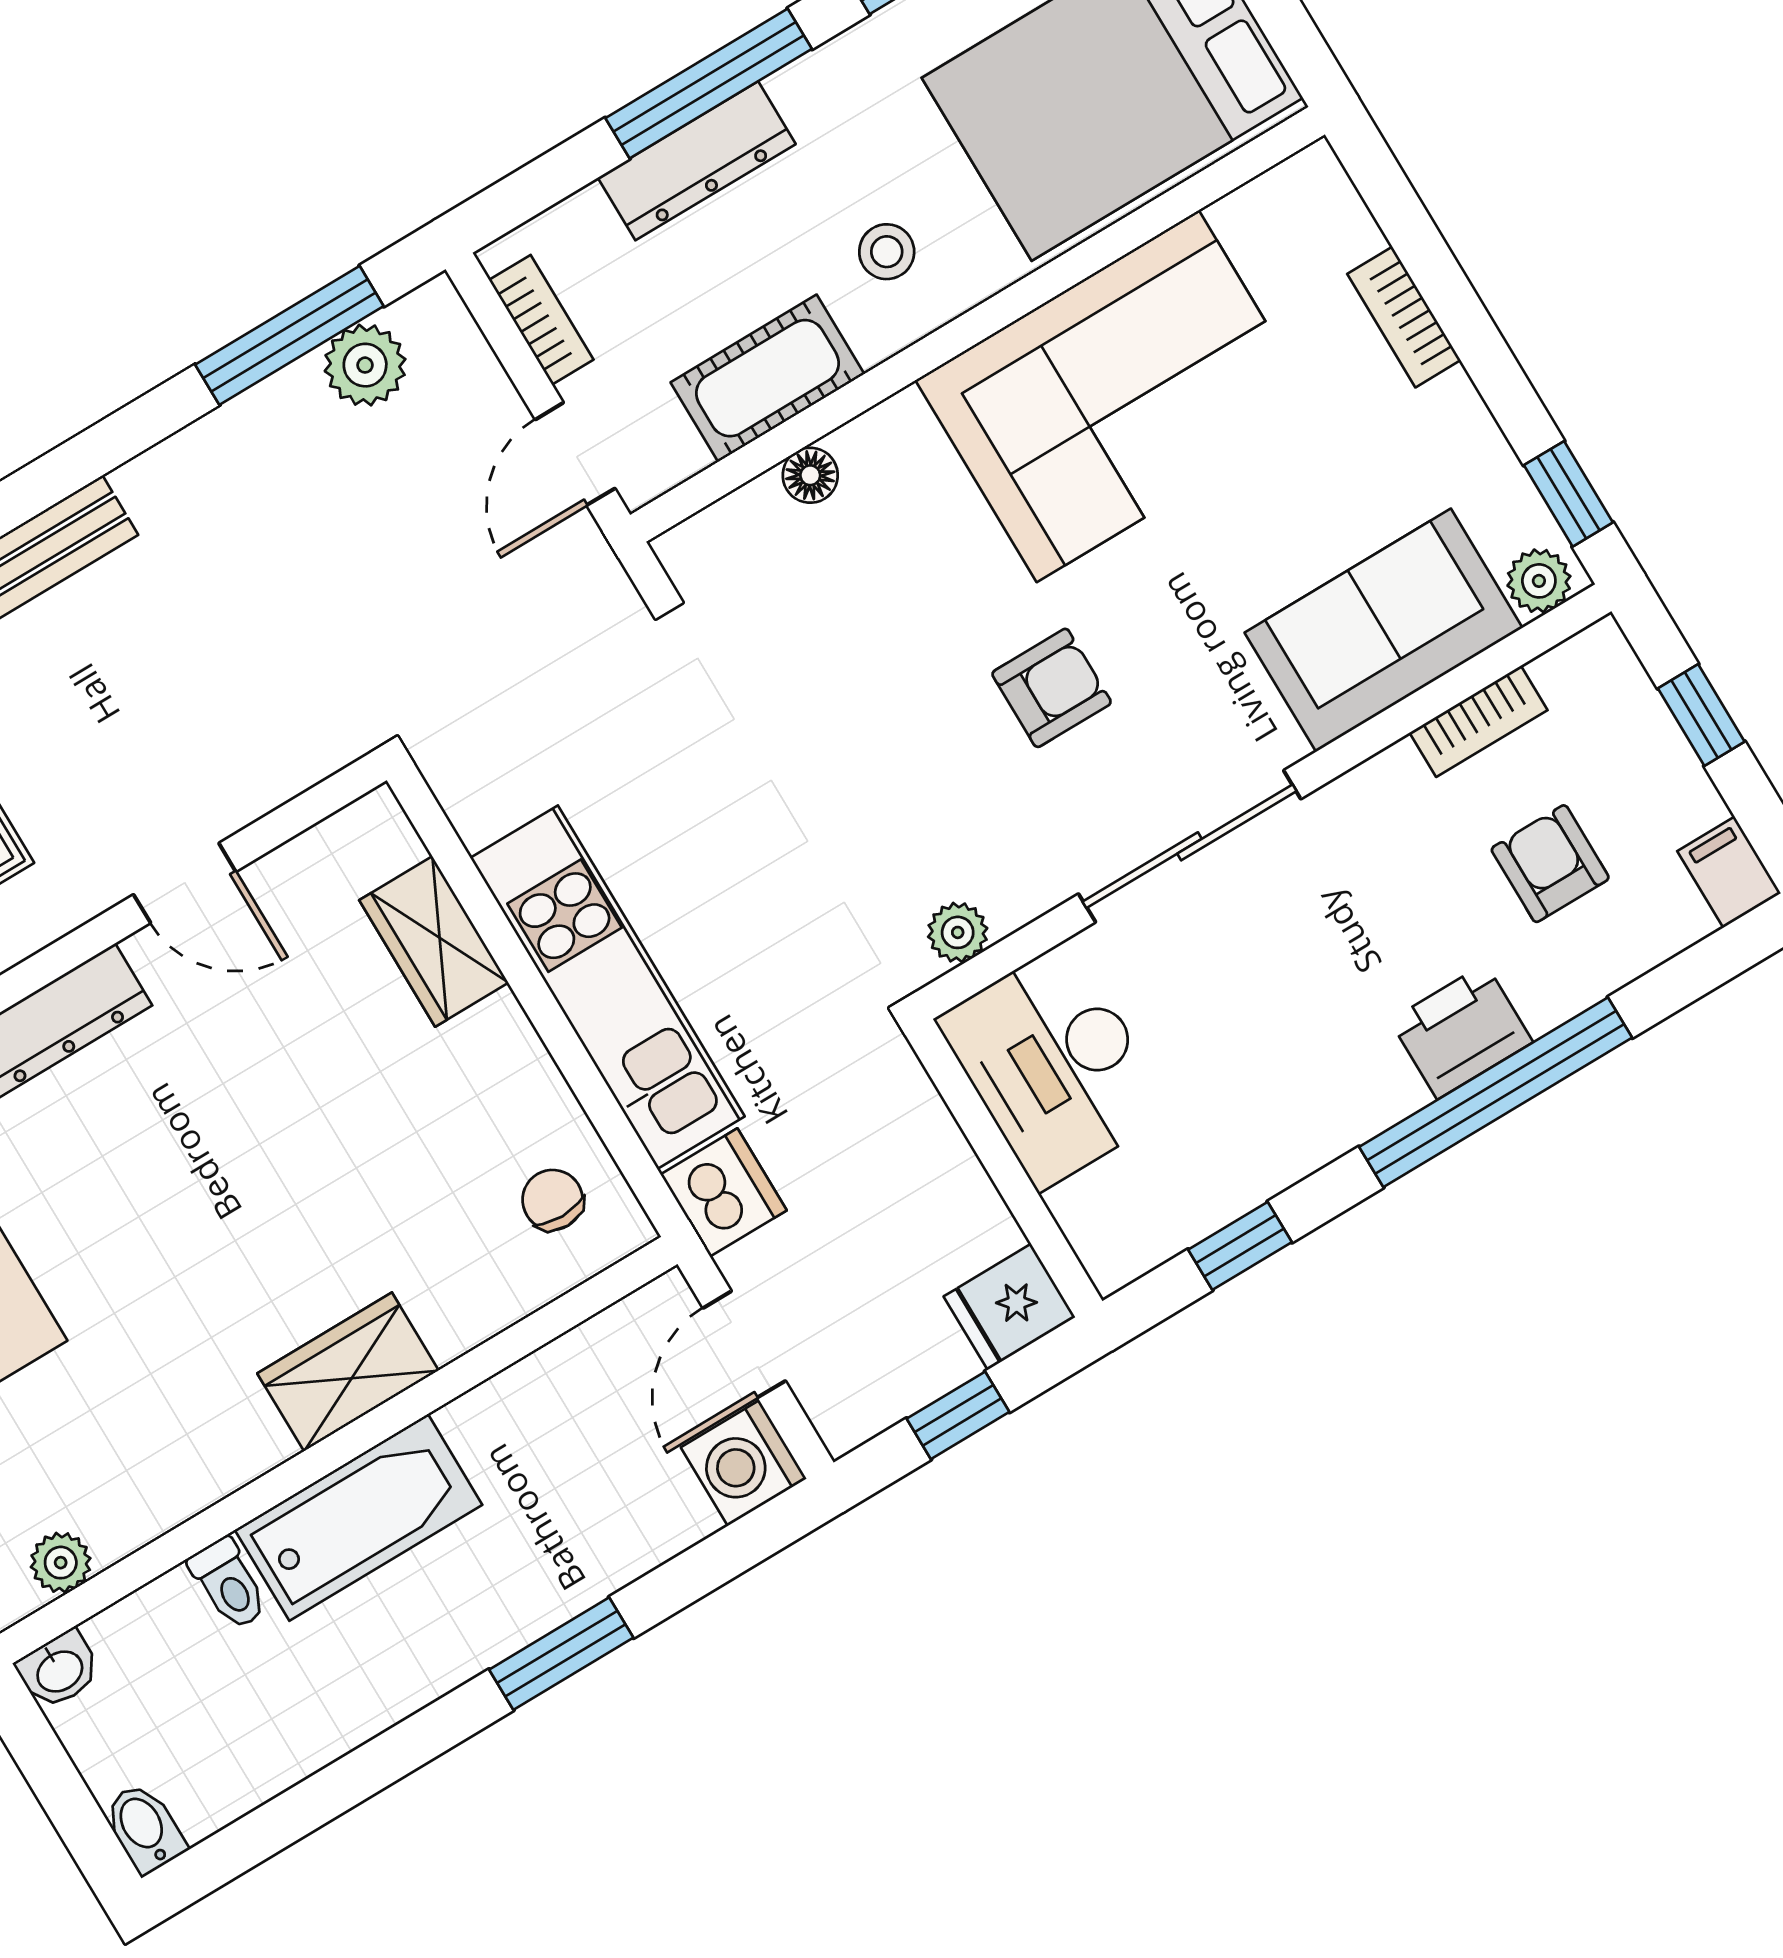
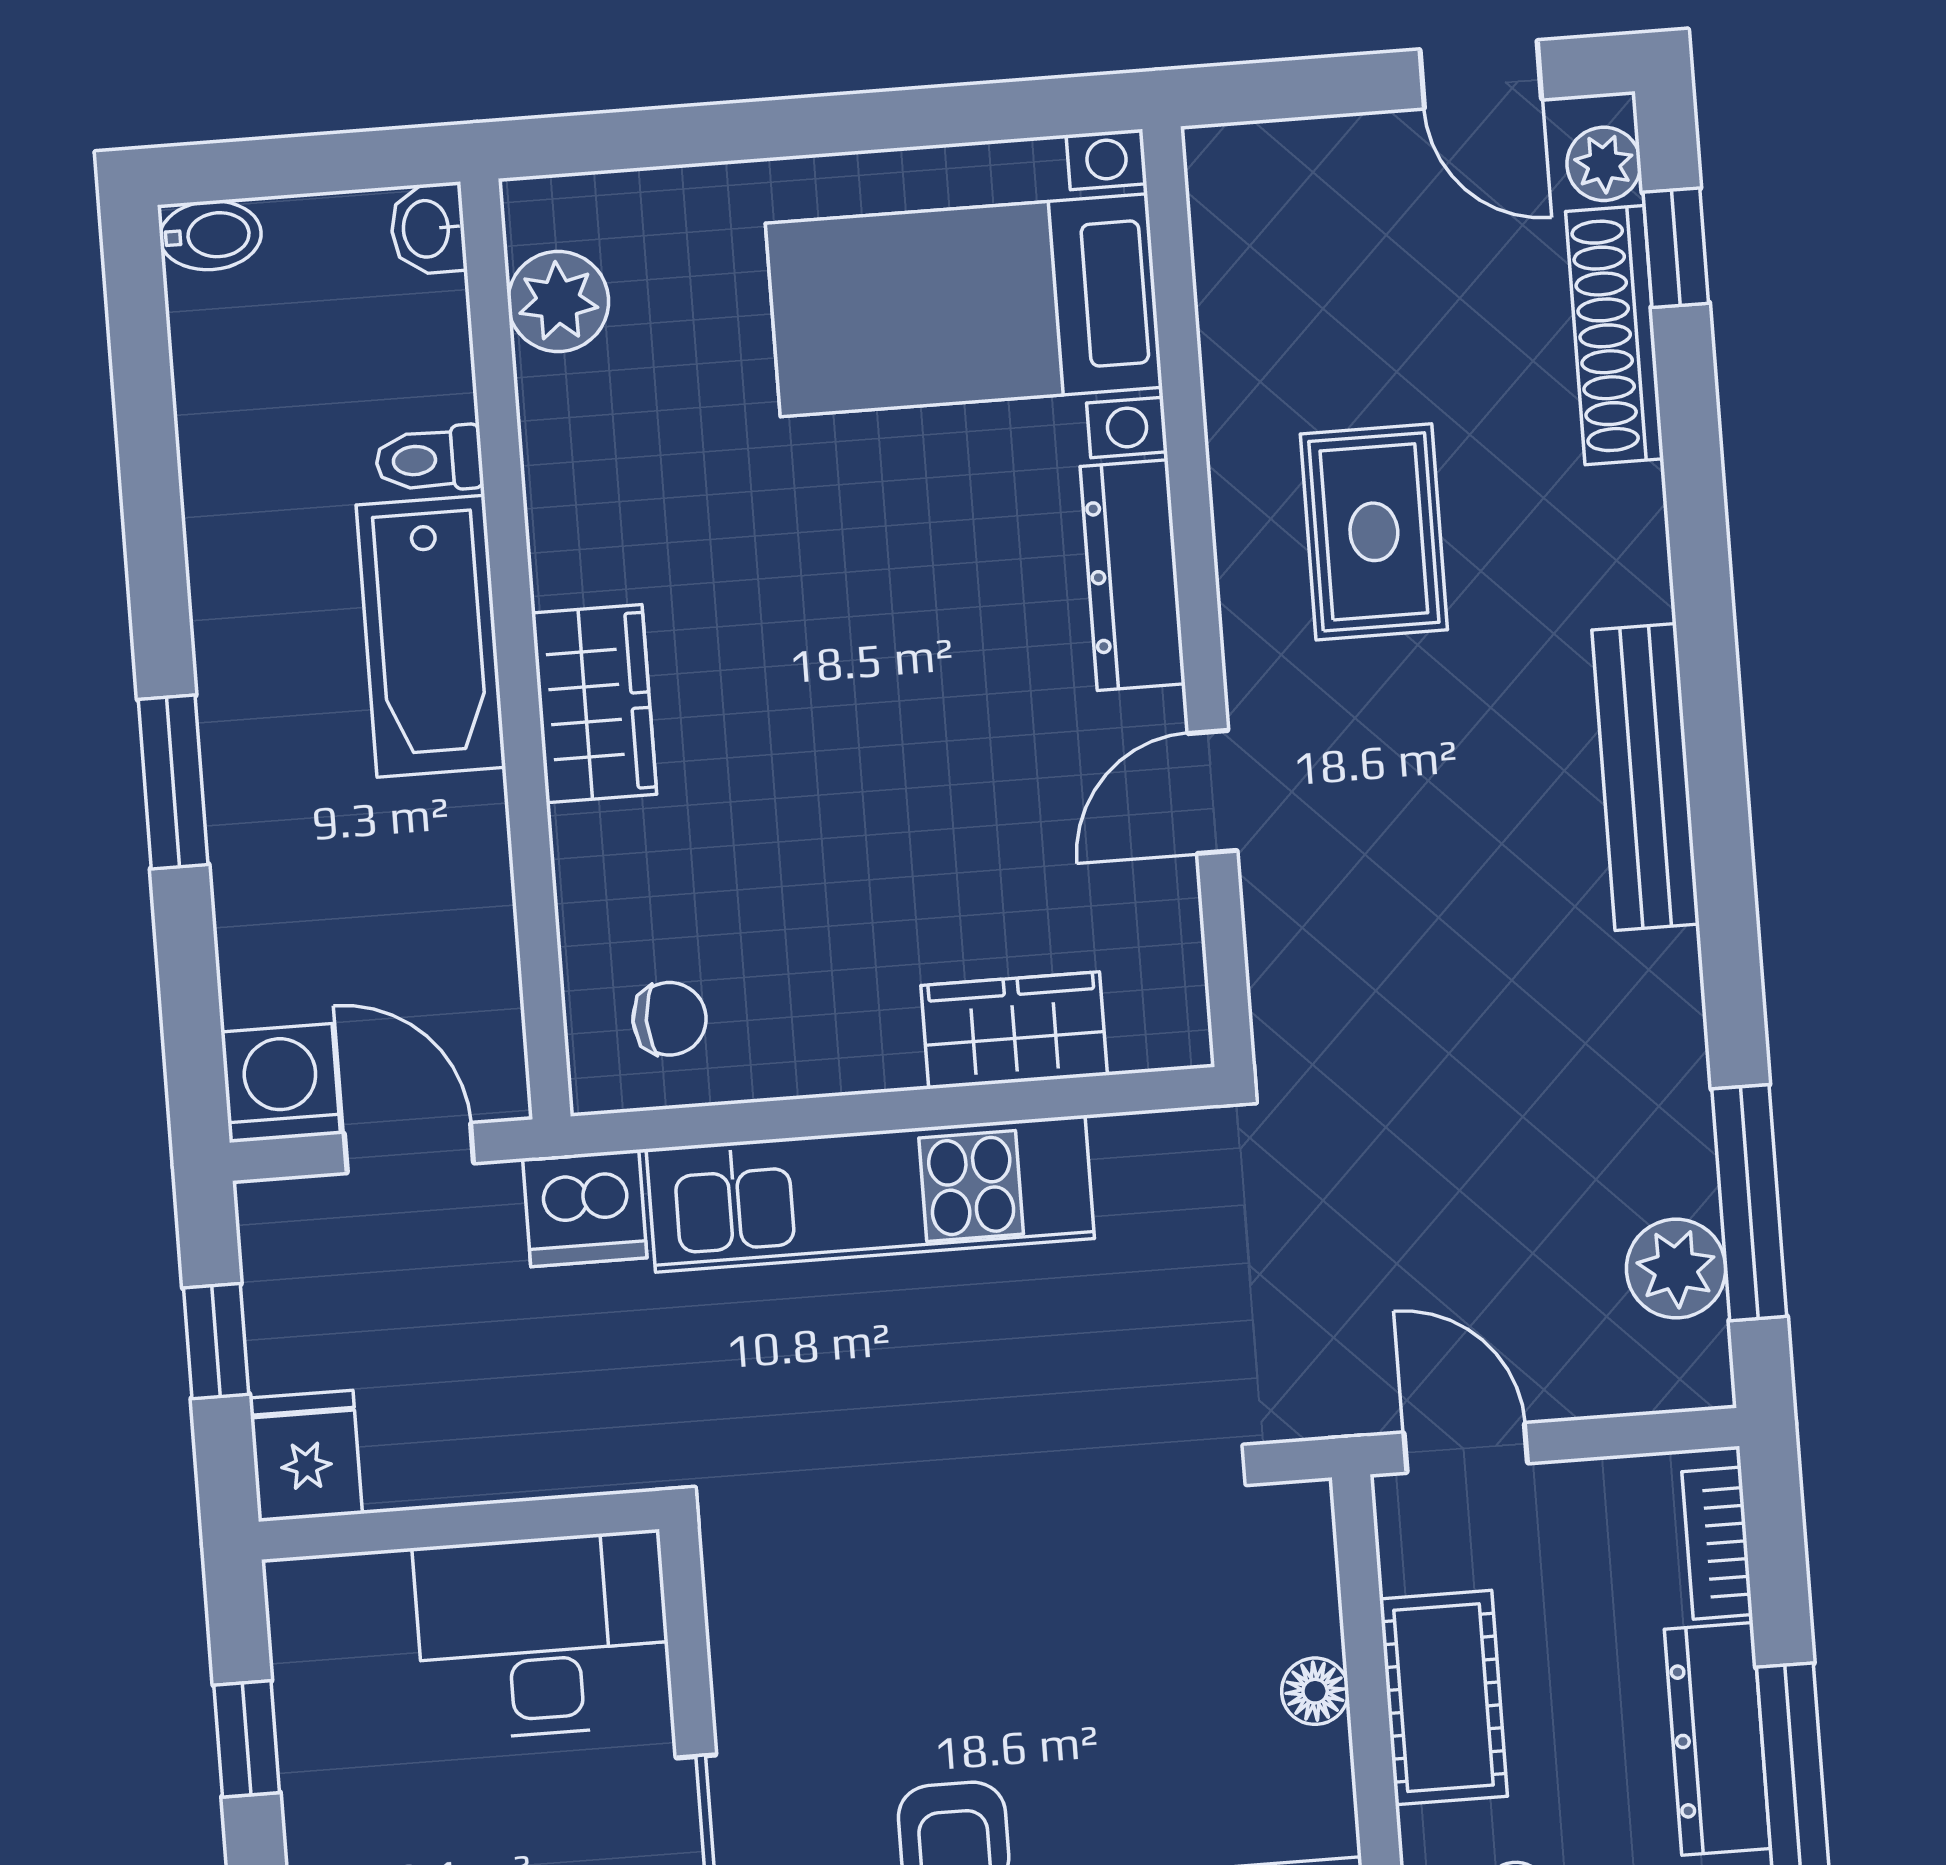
bookcase: (541, 320) -> (1717, 1543), moved, turned 90
plant: (958, 932) -> (740, 1603), removed
plant: (61, 1563) -> (558, 301), width x1.38, depth x1.38

